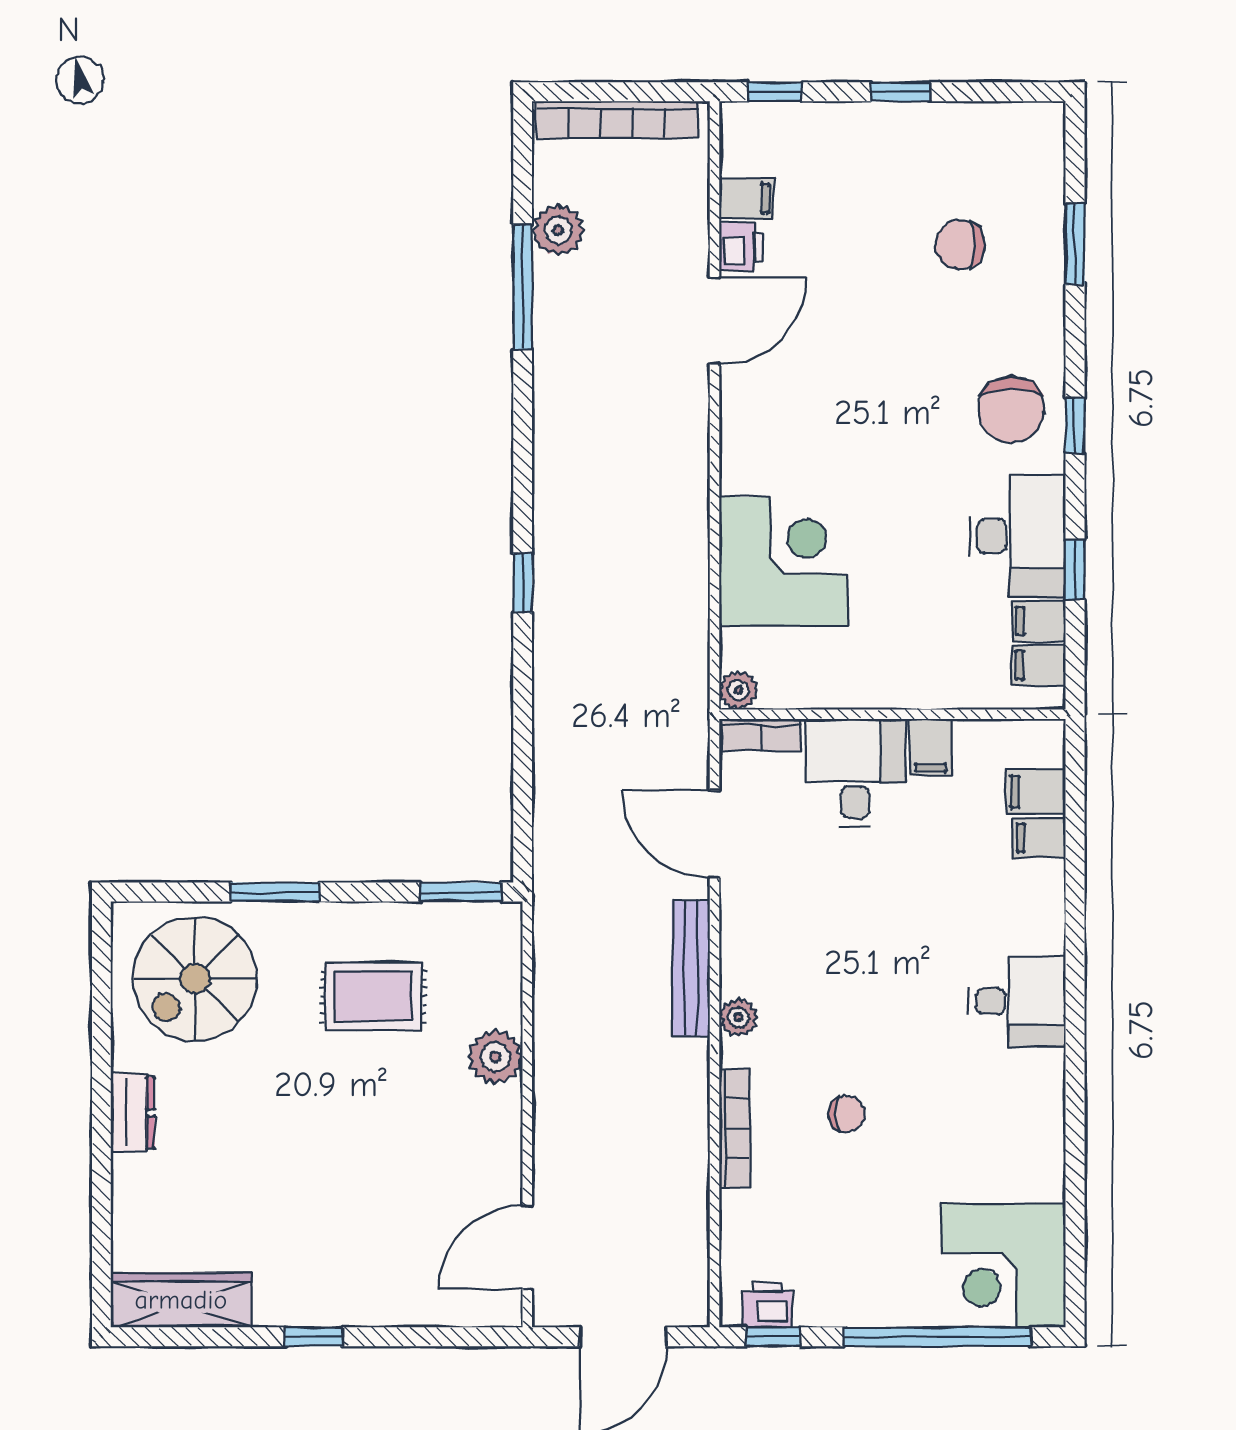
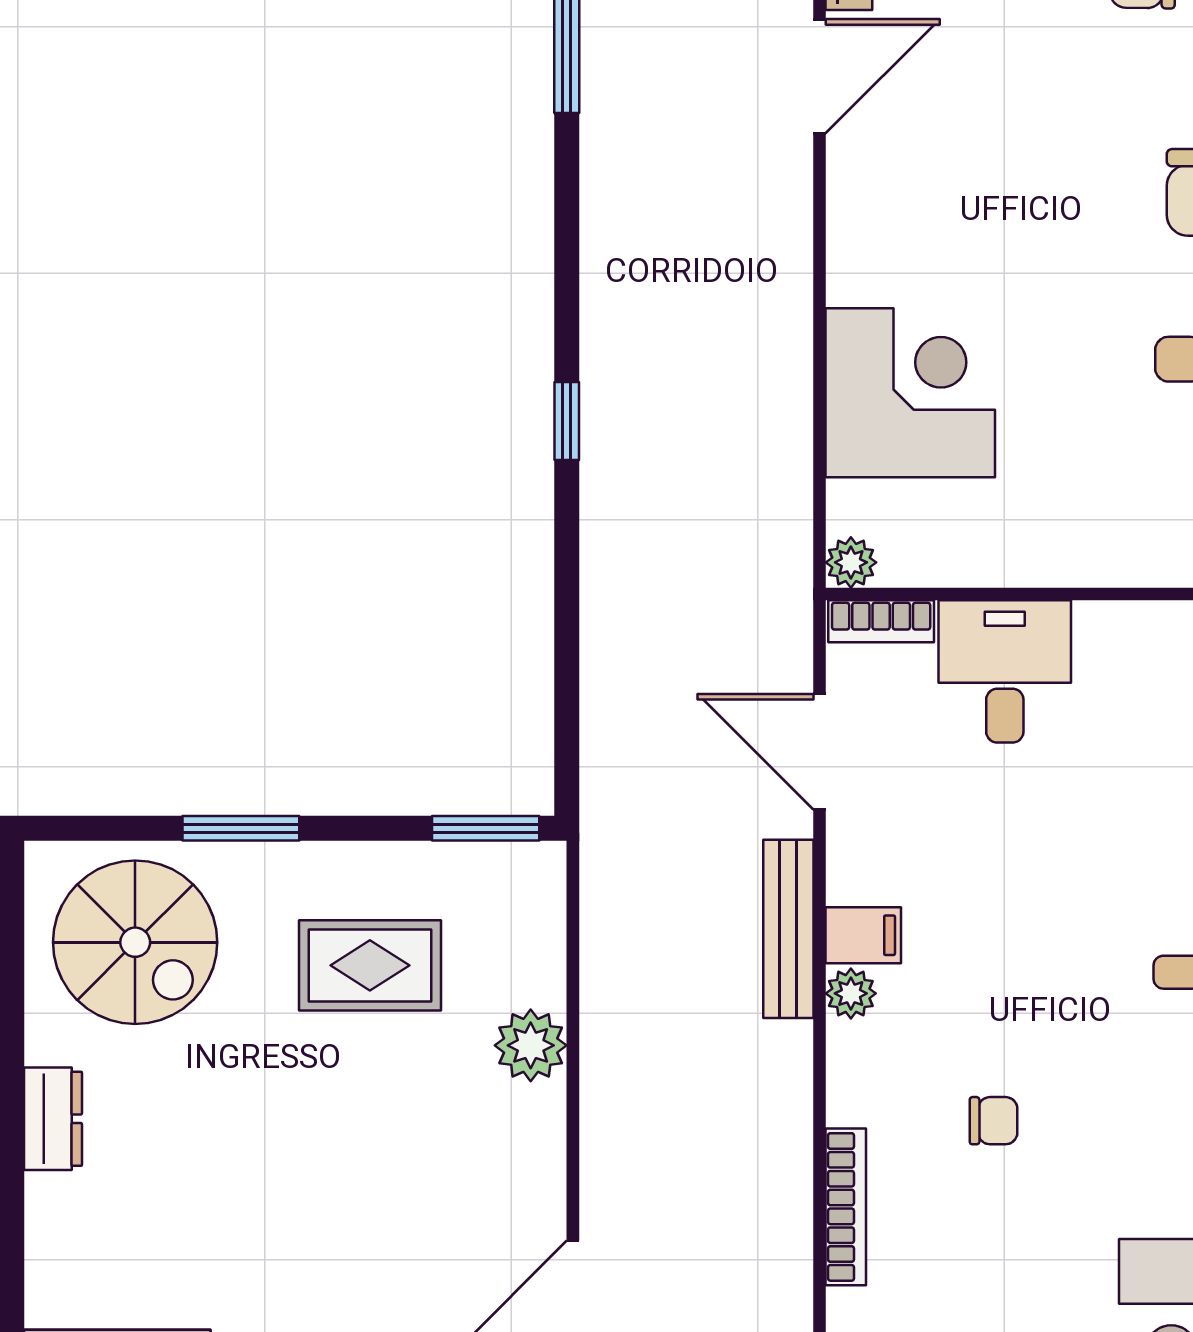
filing cabinet: (931, 747) -> (863, 935), moved, turned -90
spiral stairs: (195, 979) -> (135, 942), turned -90
bookcase: (734, 1128) -> (846, 1207), moved

